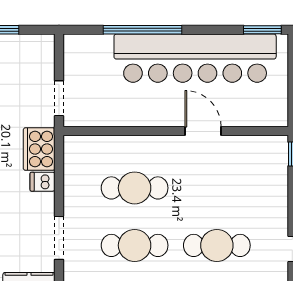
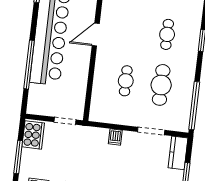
cooker: (39, 149) -> (33, 135), moved, turned -90
cafe table: (135, 188) -> (126, 81), width x0.73, depth x0.74
cafe table: (217, 245) -> (167, 34), width x0.73, depth x0.74

